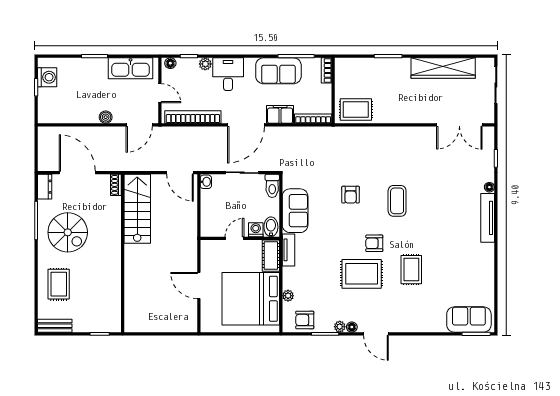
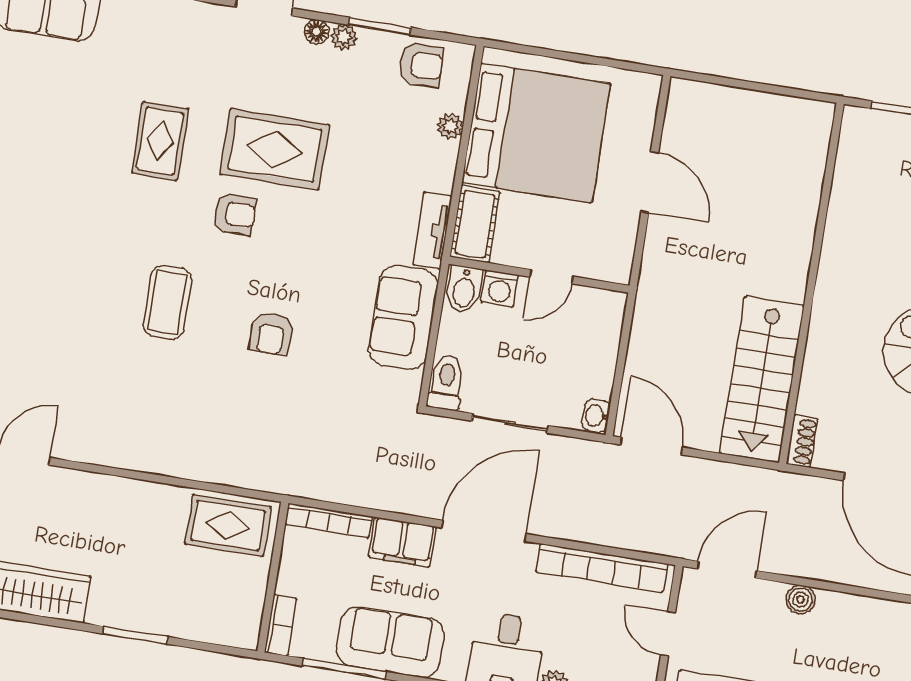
armchair: (351, 195) -> (271, 334), turned 180

